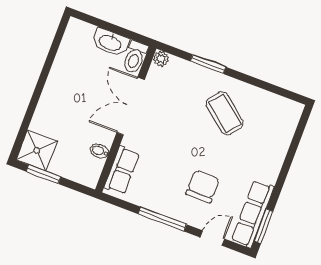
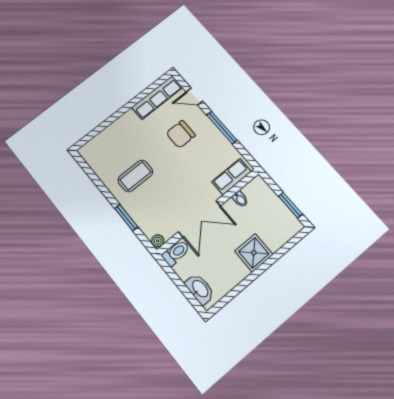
washbasin: (110, 42) -> (200, 289), moved
coffee table: (225, 113) -> (135, 176), turned 51
shower: (37, 150) -> (254, 253), moved
window: (263, 226) -> (155, 85), removed

